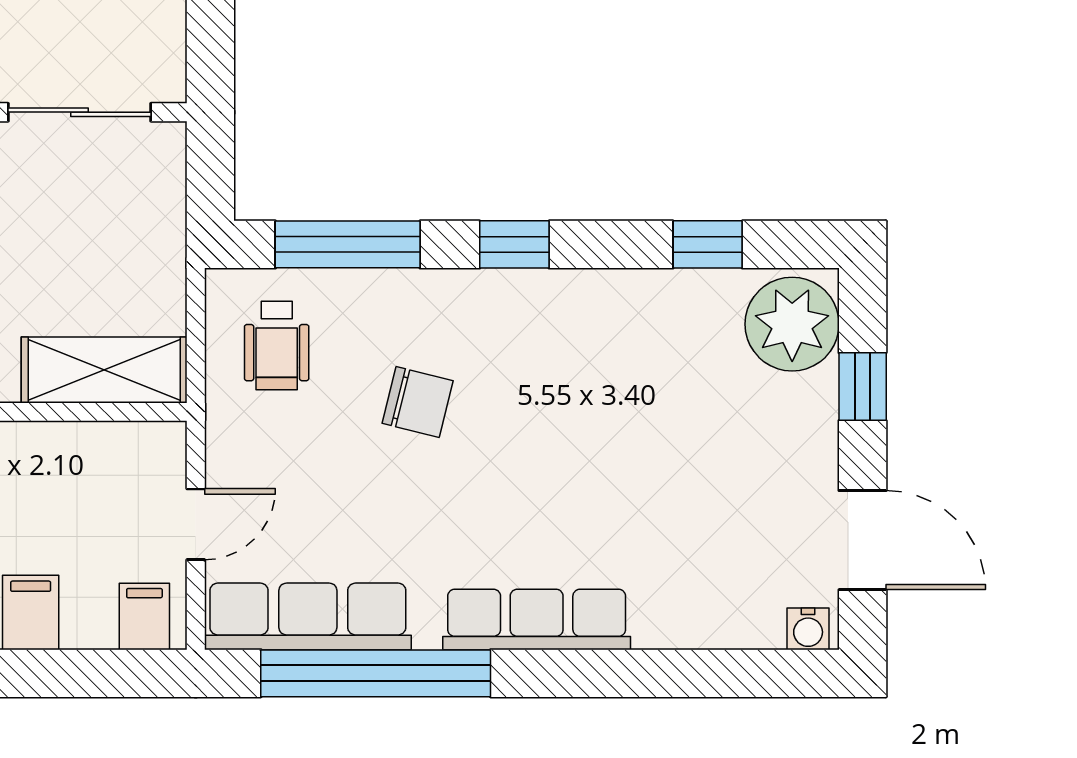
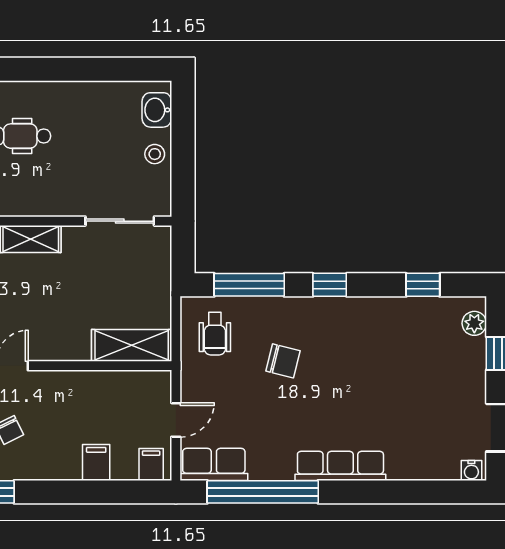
plant: (792, 324) -> (474, 323), width x0.53, depth x0.53
row of seats: (308, 616) -> (214, 464), width x0.68

